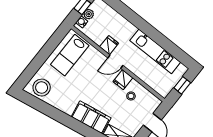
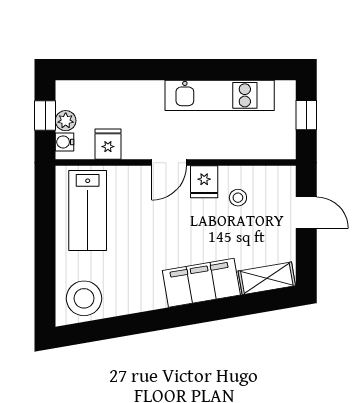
fridge: (109, 45) -> (108, 144), moved

